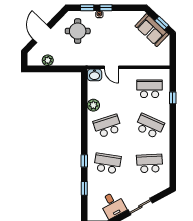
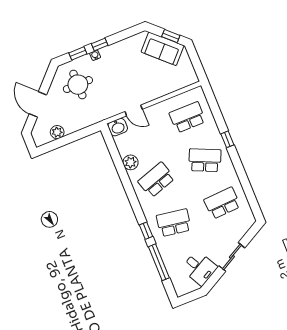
window: (173, 98) -> (227, 139), moved
window: (84, 188) -> (159, 262), width x2.17

